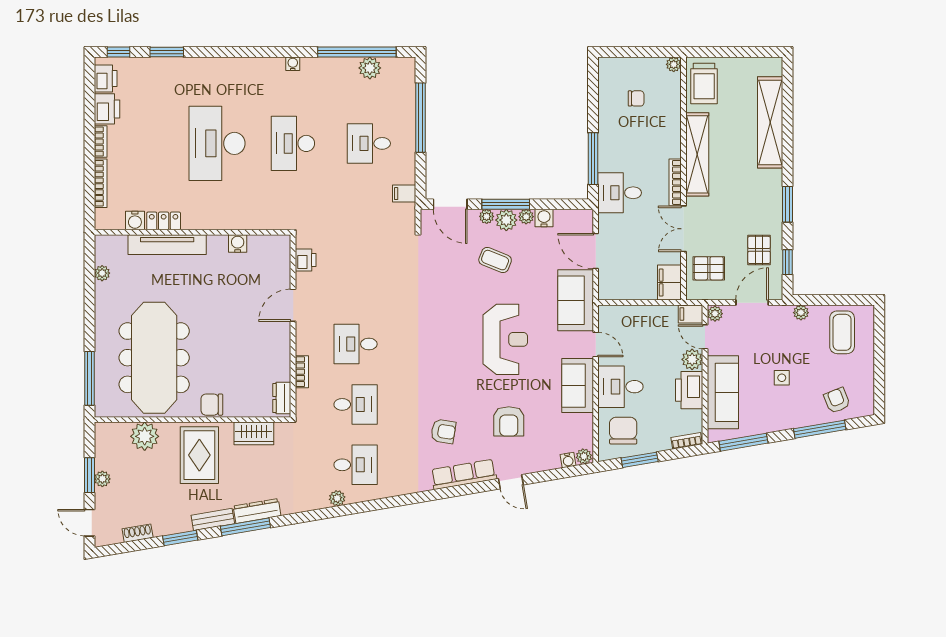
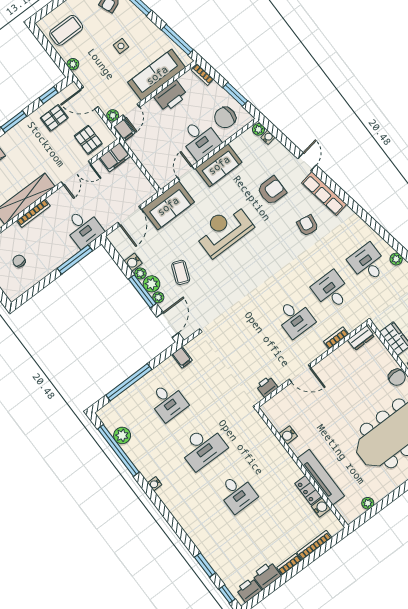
desk: (217, 143) -> (237, 493), width x0.53, depth x0.77
bookcase: (675, 182) -> (33, 213), moved
plant: (692, 359) -> (151, 108), removed

